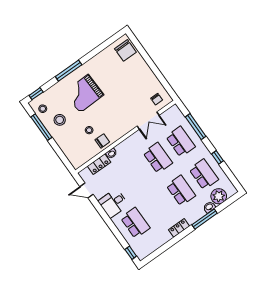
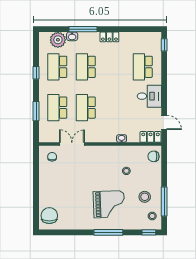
window: (196, 127) -> (36, 111), width x0.69
chair: (102, 141) -> (154, 156), moved
locker: (99, 164) -> (151, 137), moved

